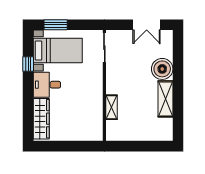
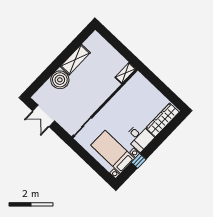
window: (56, 25) -> (99, 169), removed
double door: (147, 25) -> (44, 116), swing flipped
shelving: (112, 107) -> (125, 73), moved

